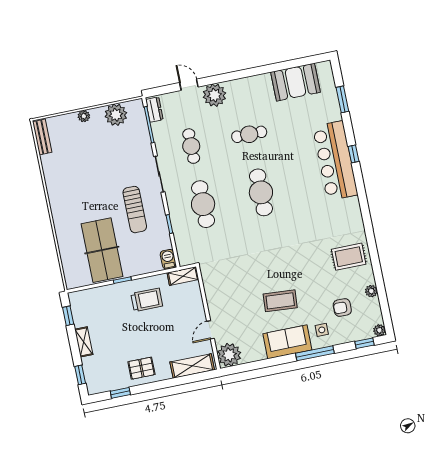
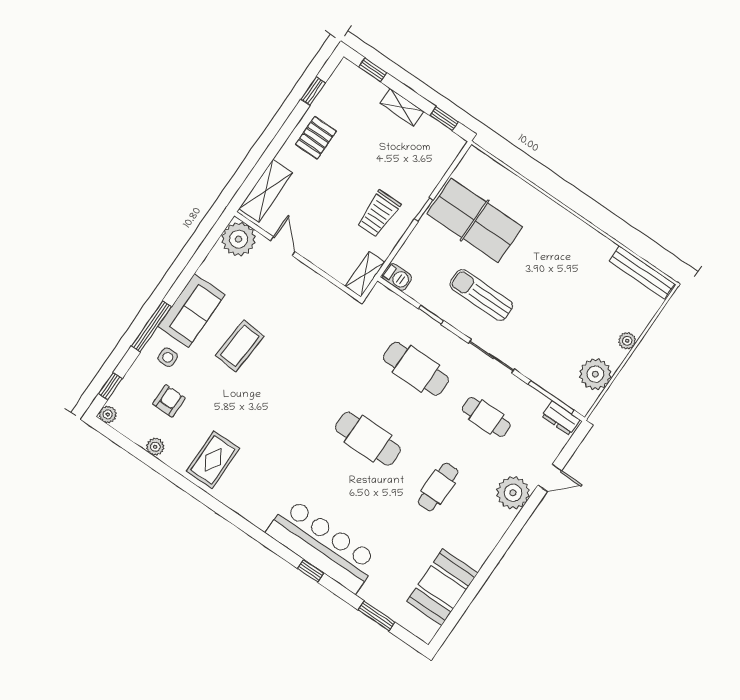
bench: (42, 137) -> (642, 273), width x1.36

